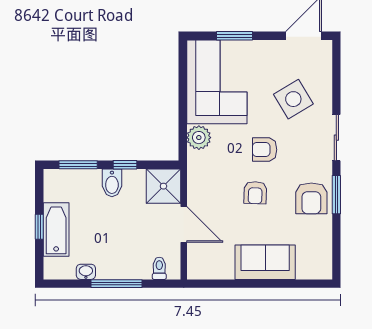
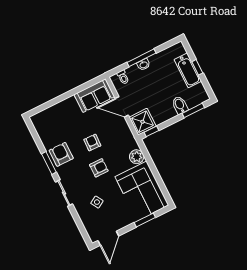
side table: (293, 99) -> (97, 202), width x0.54, depth x0.54
window: (125, 165) -> (151, 131), moved
bidet: (112, 183) -> (180, 105), moved
sofa: (265, 262) -> (94, 96), moved
washbasin: (86, 272) -> (144, 65), moved

